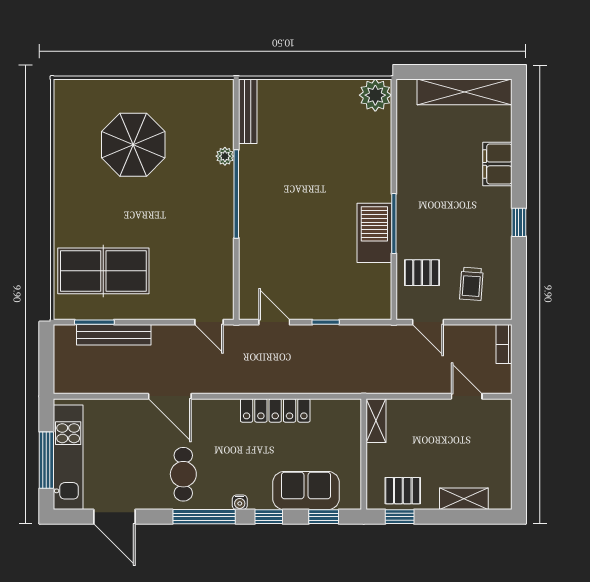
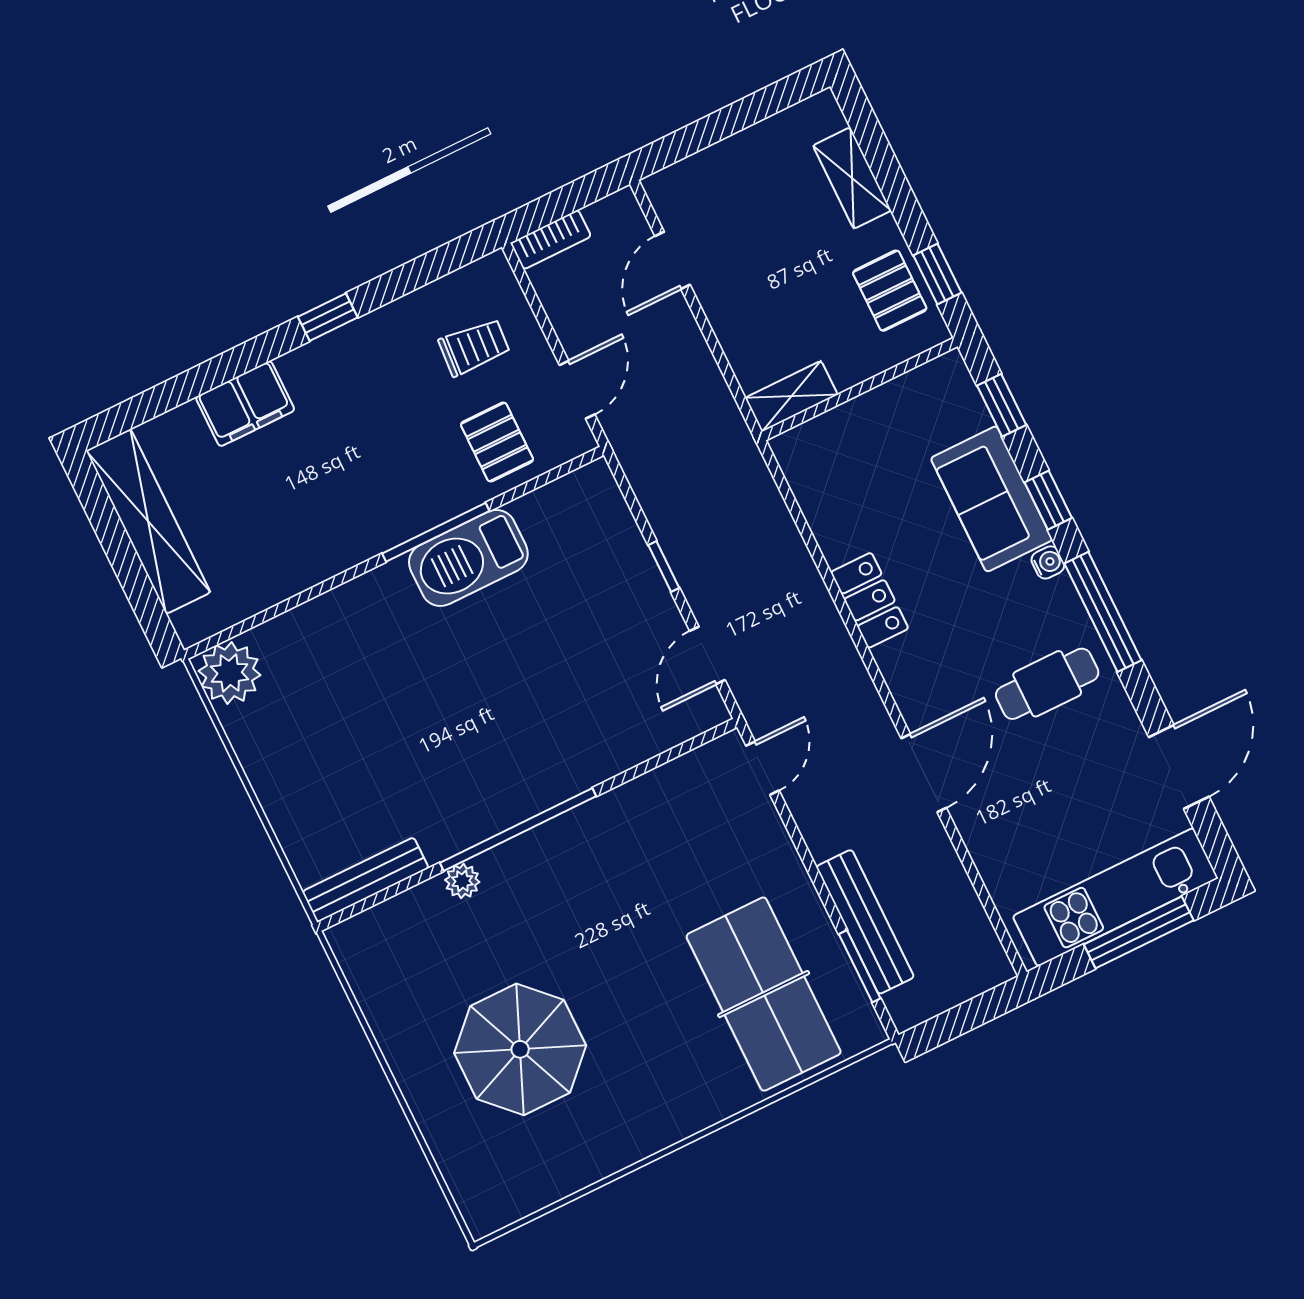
locker: (275, 410) -> (870, 600), width x0.66
sofa: (306, 491) -> (992, 499), moved

